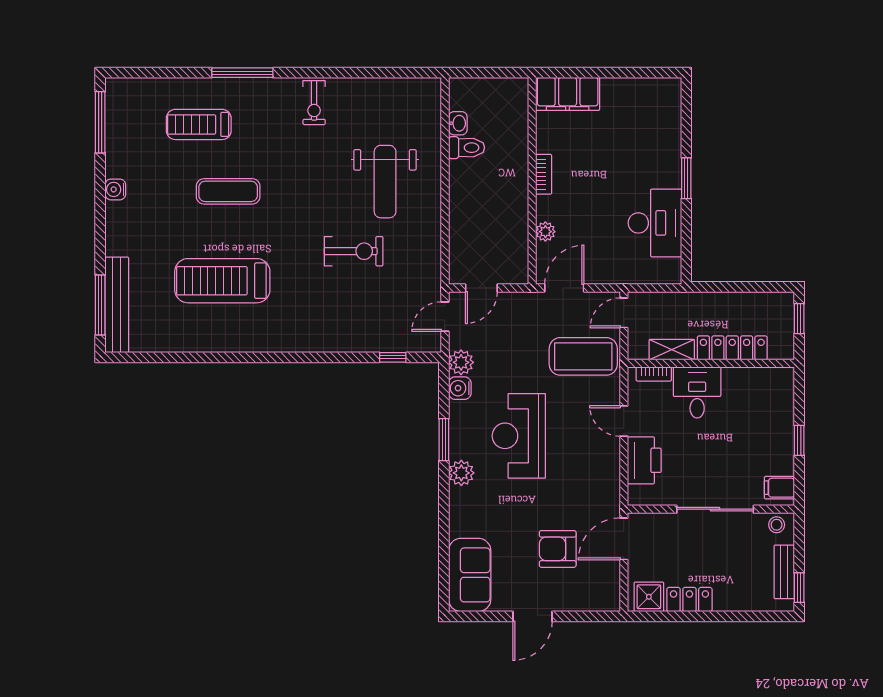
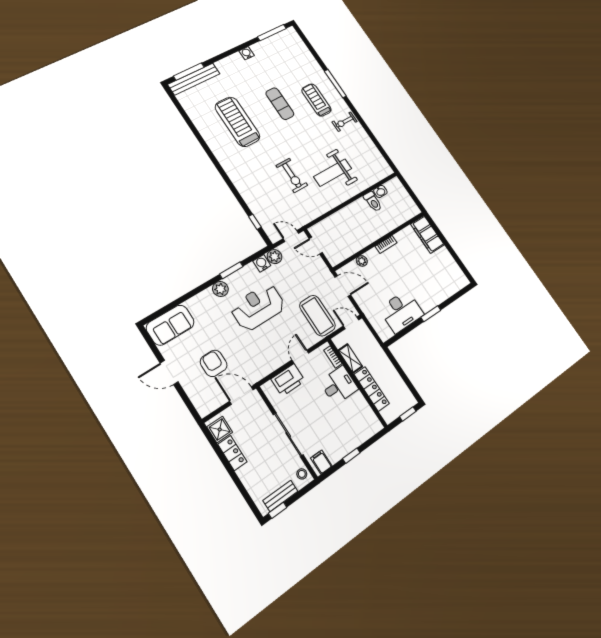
treadmill: (199, 124) -> (316, 100), moved

